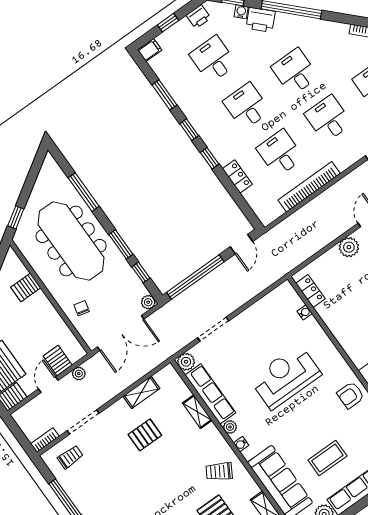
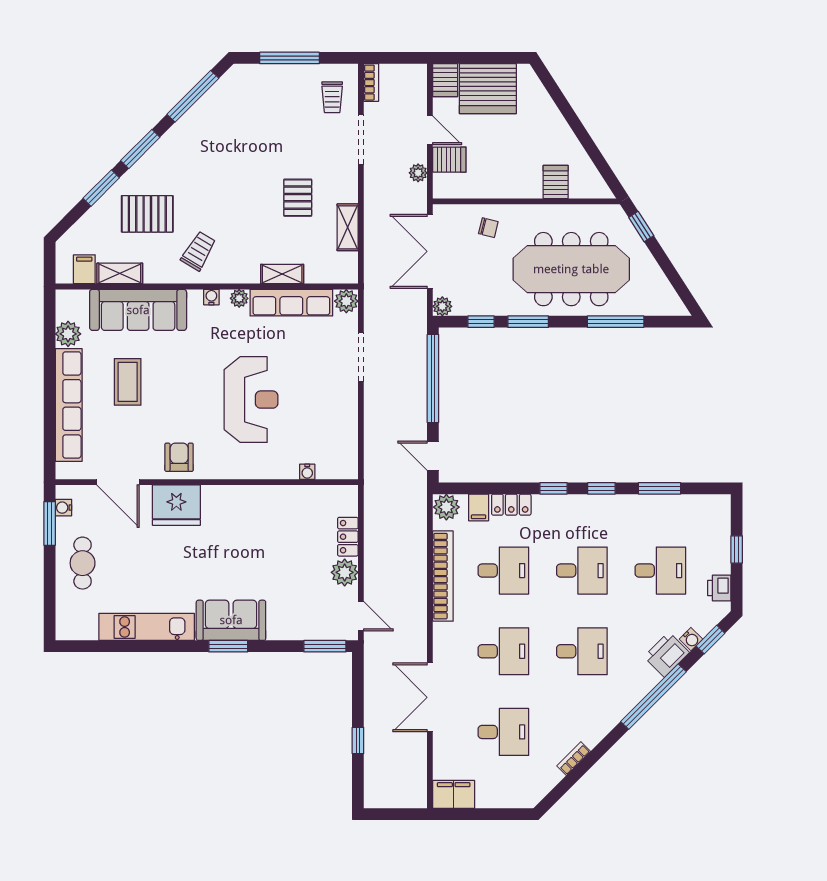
filing cabinet: (150, 50) -> (479, 507), moved
plant: (266, 214) -> (446, 507), added
locker: (310, 291) -> (348, 537), moved, turned 90

